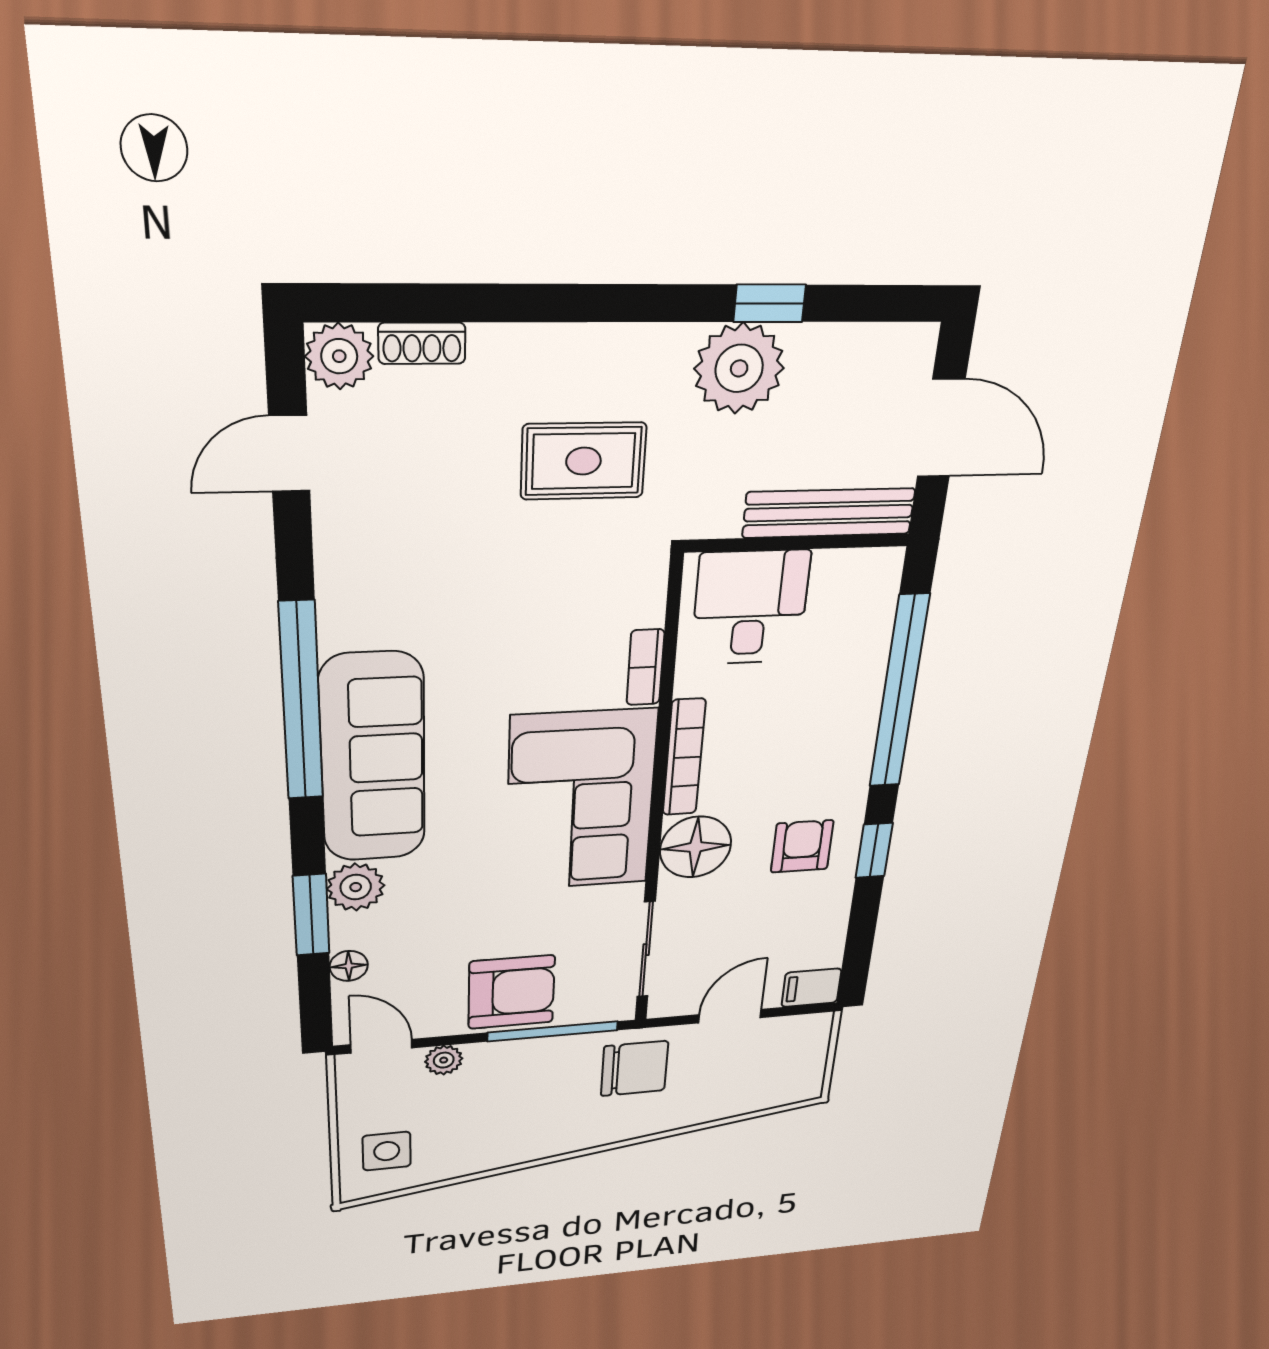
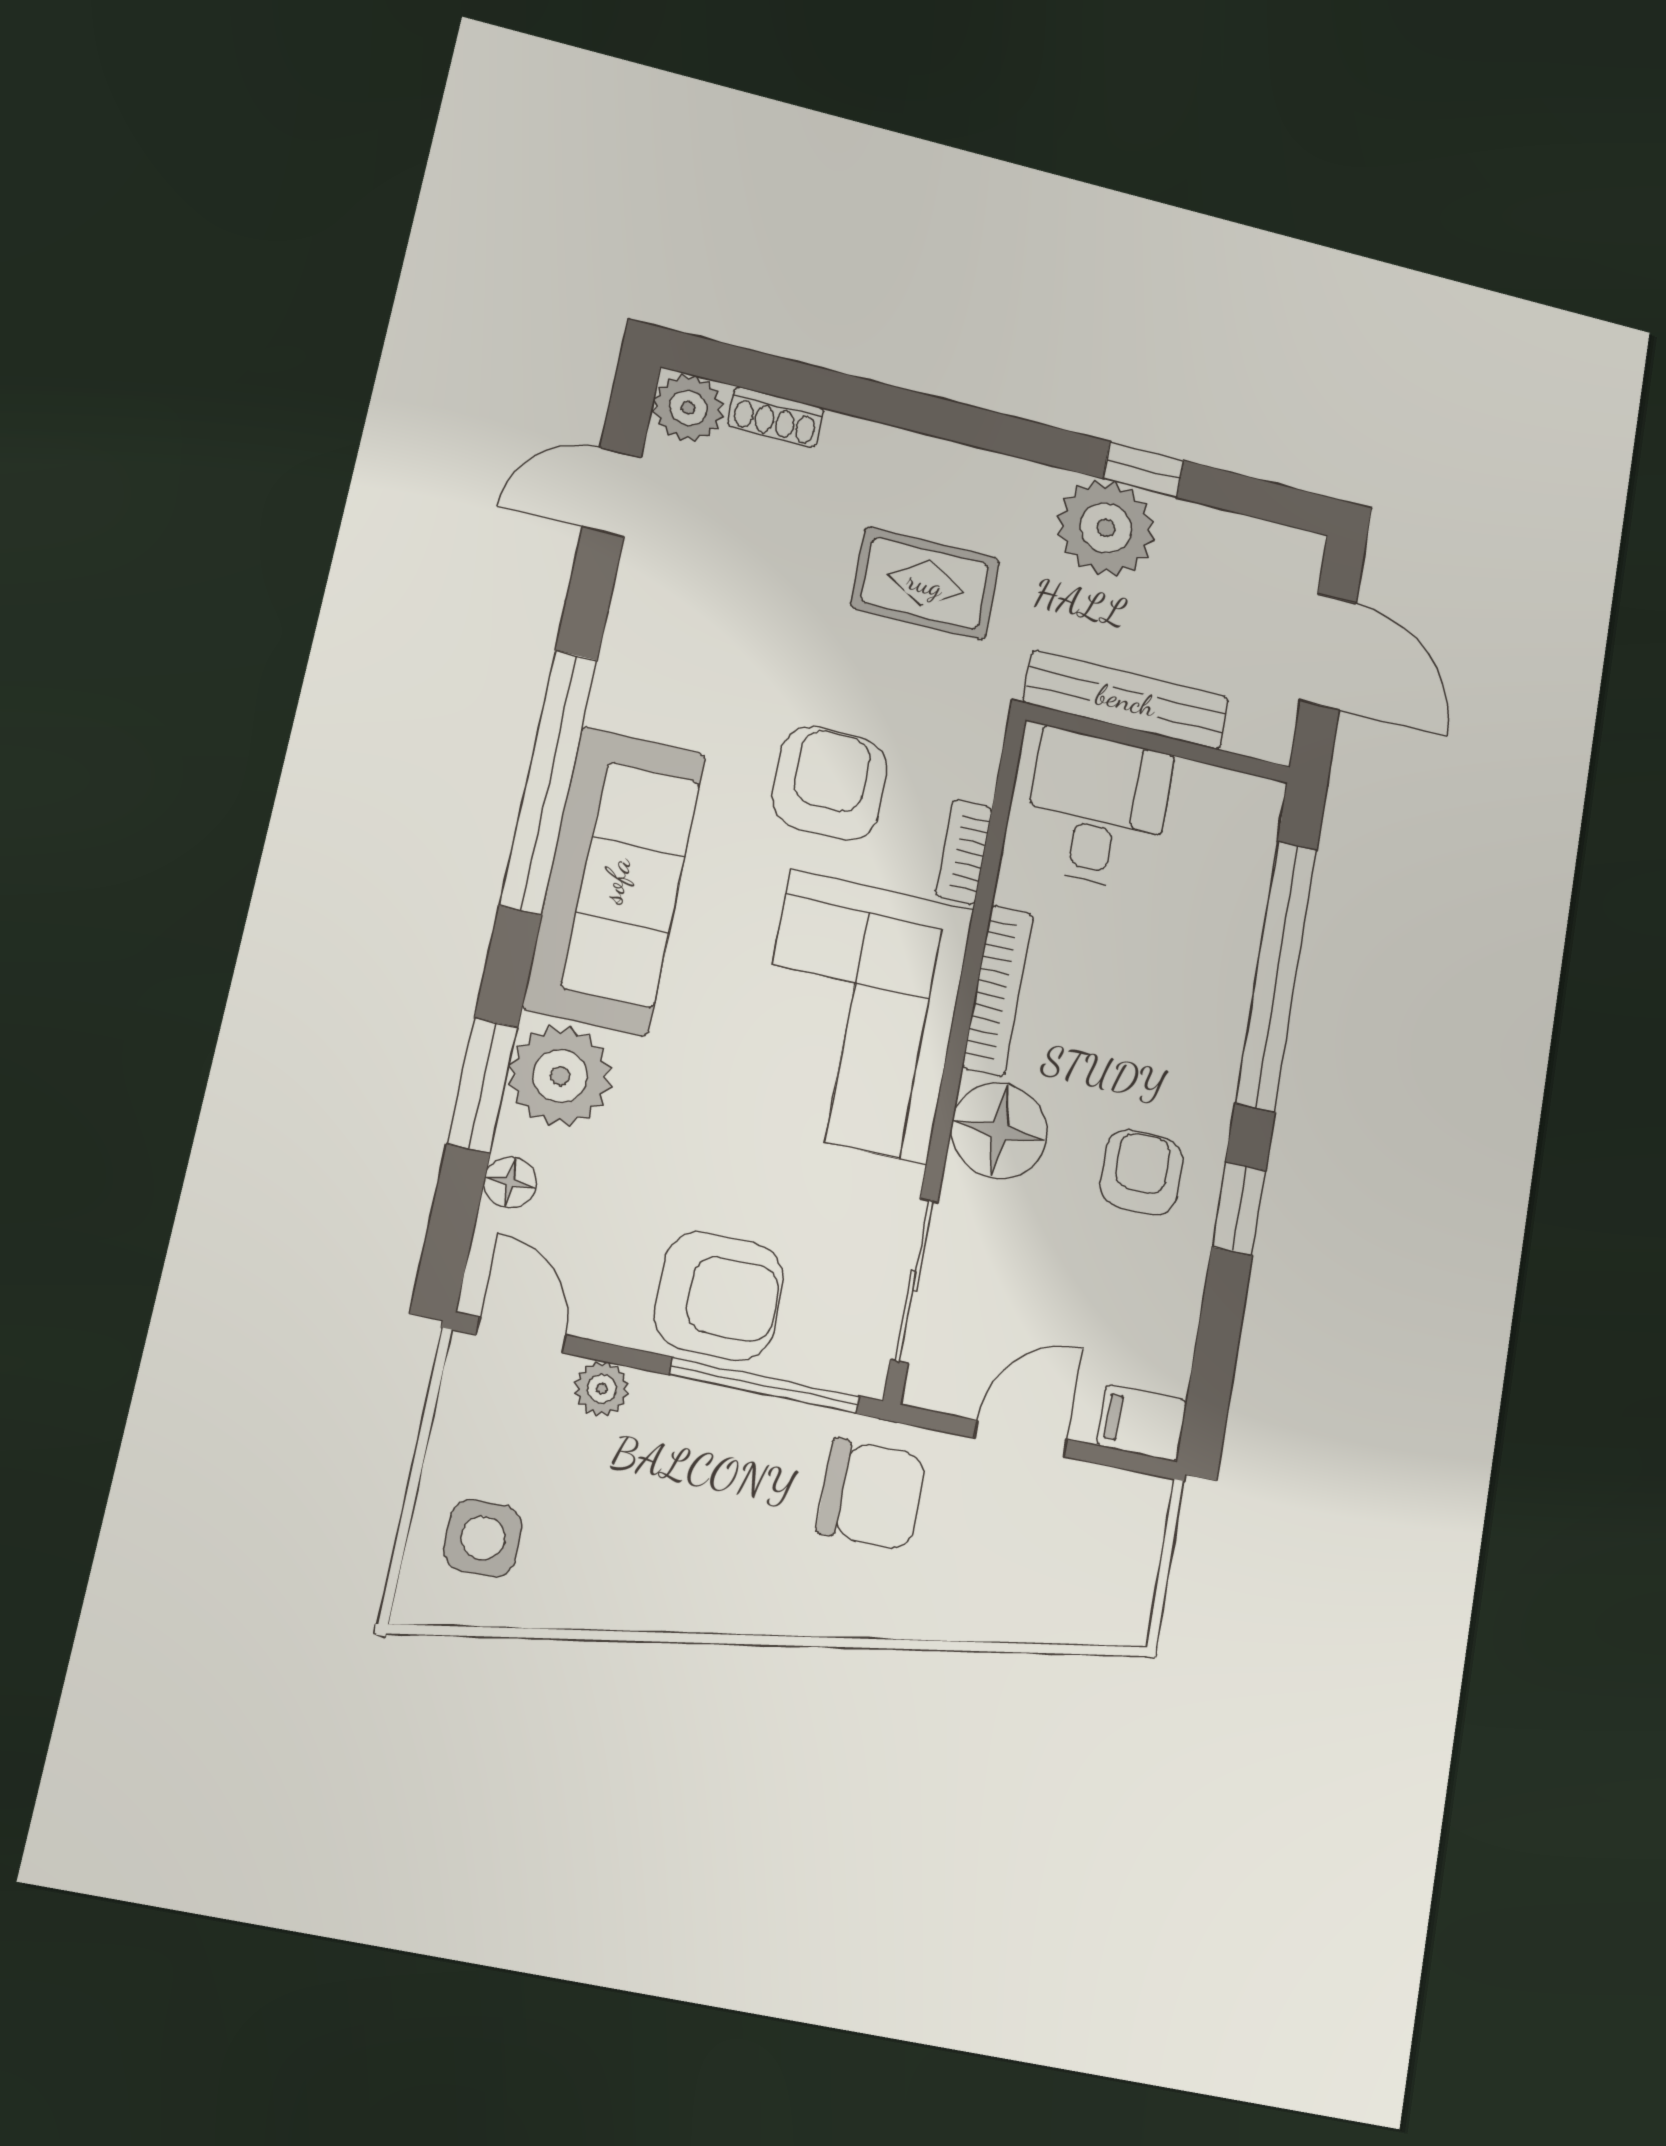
bench: (829, 513) -> (1126, 700), moved
armchair: (529, 644) -> (830, 783), added
plant: (356, 887) -> (560, 1076), width x1.36, depth x1.36

